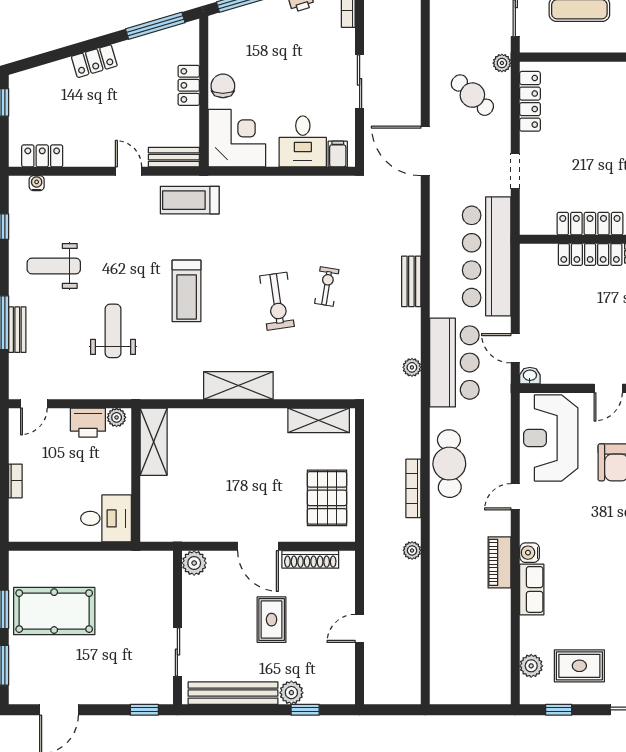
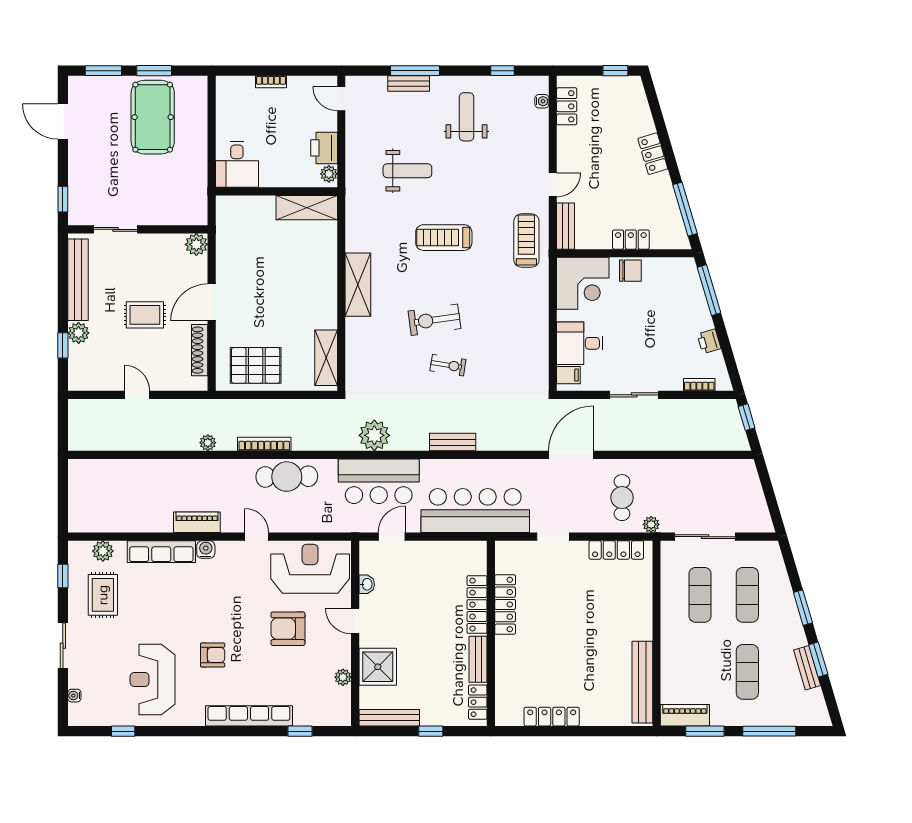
cafe table: (472, 95) -> (622, 498), turned -43
plant: (412, 367) -> (374, 435), width x1.87, depth x1.87
washbasin: (530, 376) -> (367, 584), moved
row of seats: (532, 589) -> (161, 552), width x1.48

